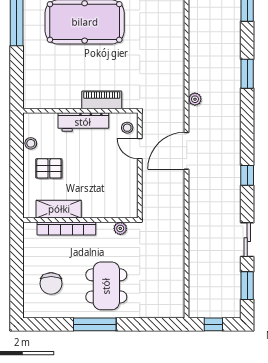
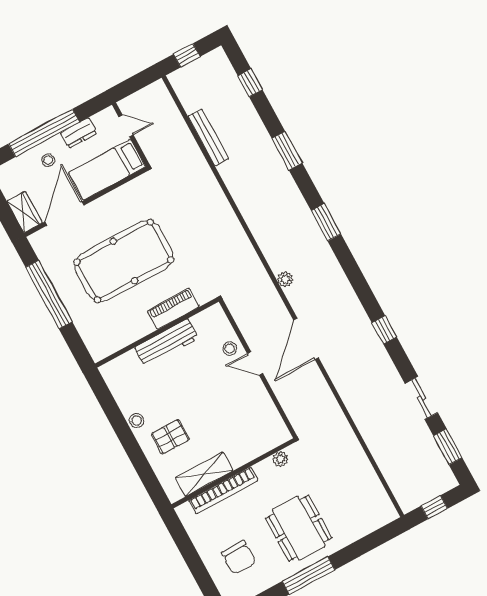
piano: (102, 100) -> (173, 309), moved
wall: (80, 111) -> (157, 333), moved
workbench: (83, 122) -> (167, 343), moved

